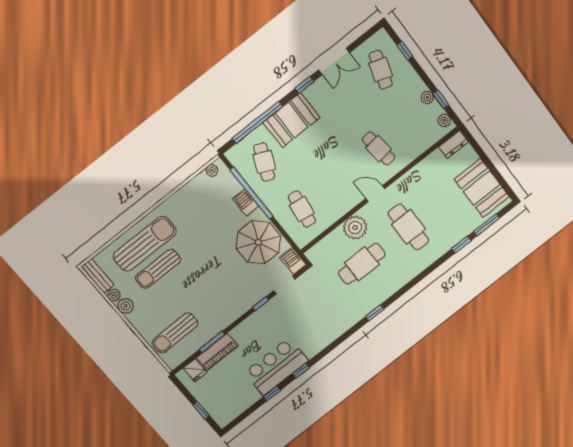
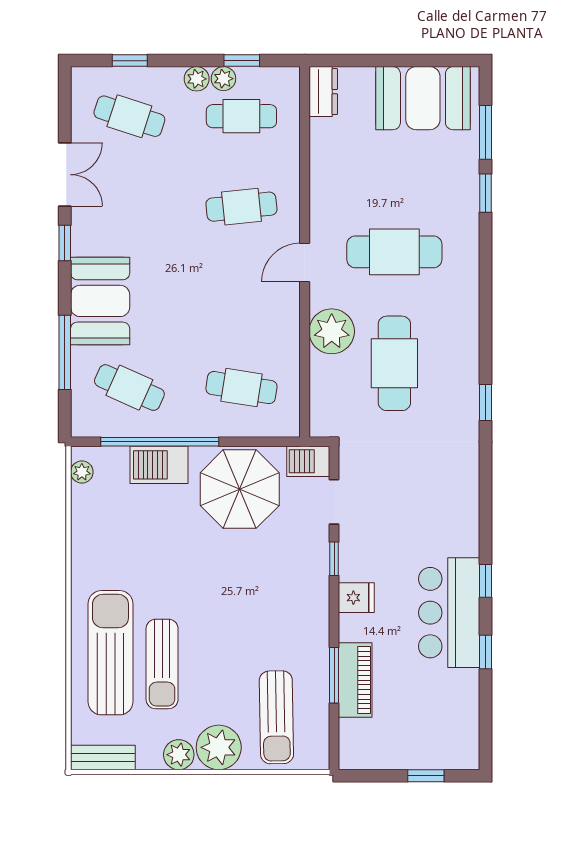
cafe table: (417, 118) -> (241, 116), added
plant: (444, 120) -> (197, 79), moved
window: (257, 122) -> (65, 352), width x0.68
barbecue: (246, 203) -> (159, 465), width x1.38, depth x1.27
plant: (114, 295) -> (219, 747), moved, width x1.87, depth x1.87
fridge: (195, 370) -> (356, 598), moved

